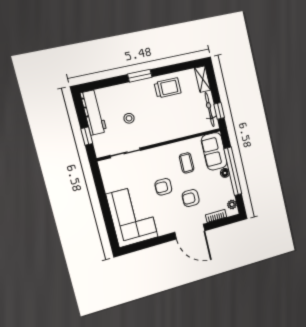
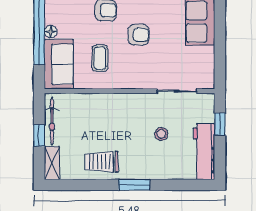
window: (219, 111) -> (39, 135), moved

